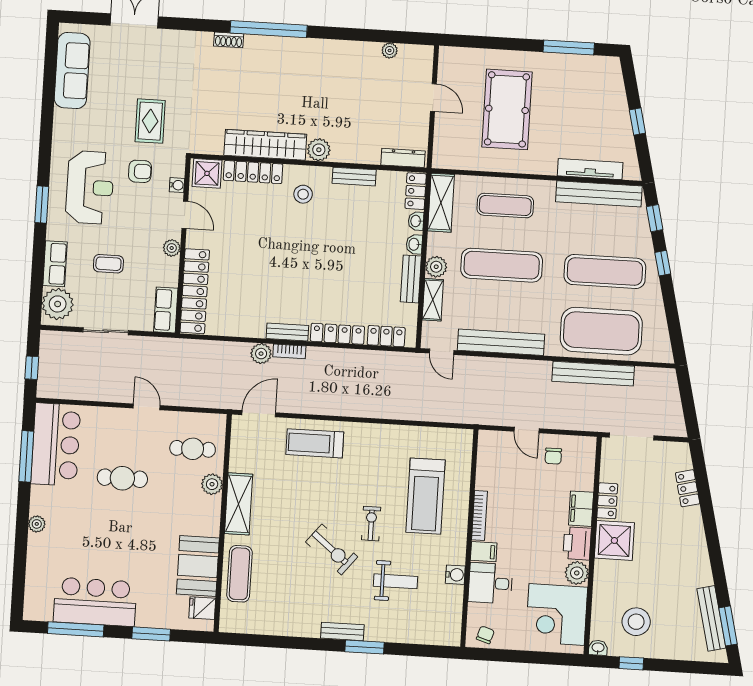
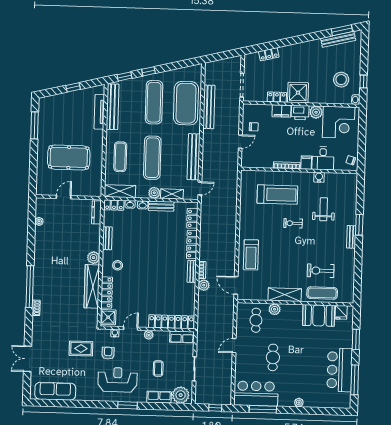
exercise bike: (332, 549) -> (321, 271), moved, turned -129

